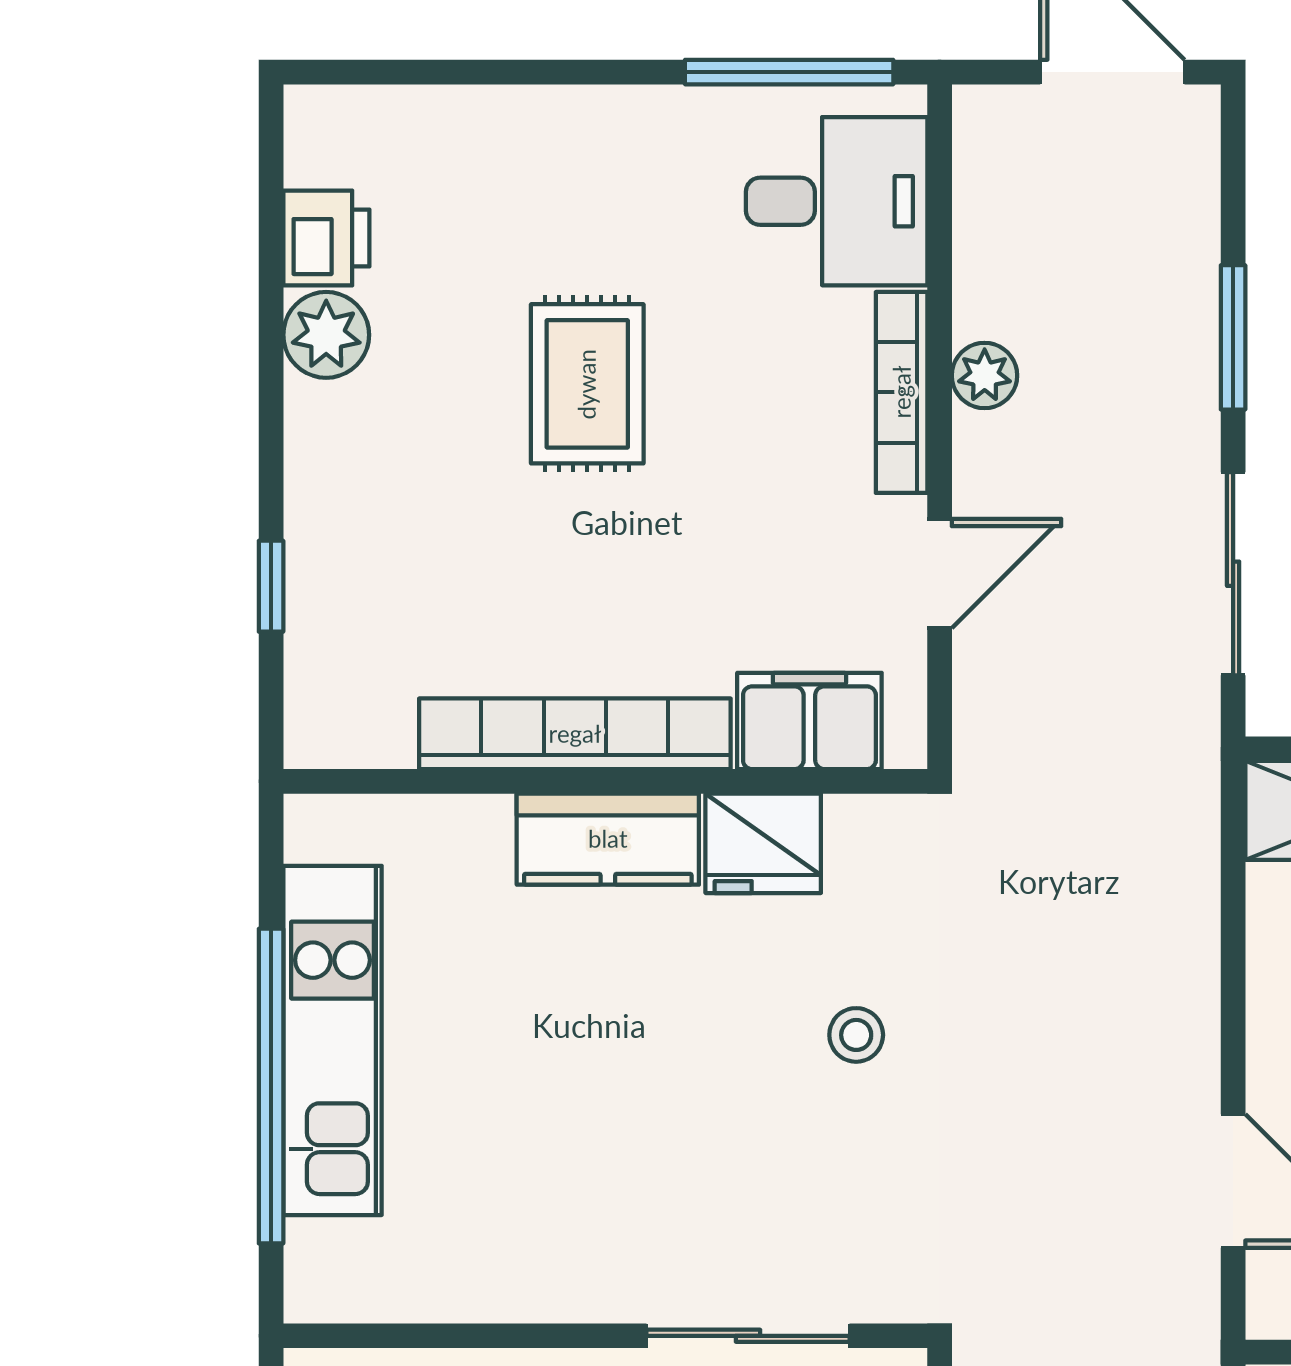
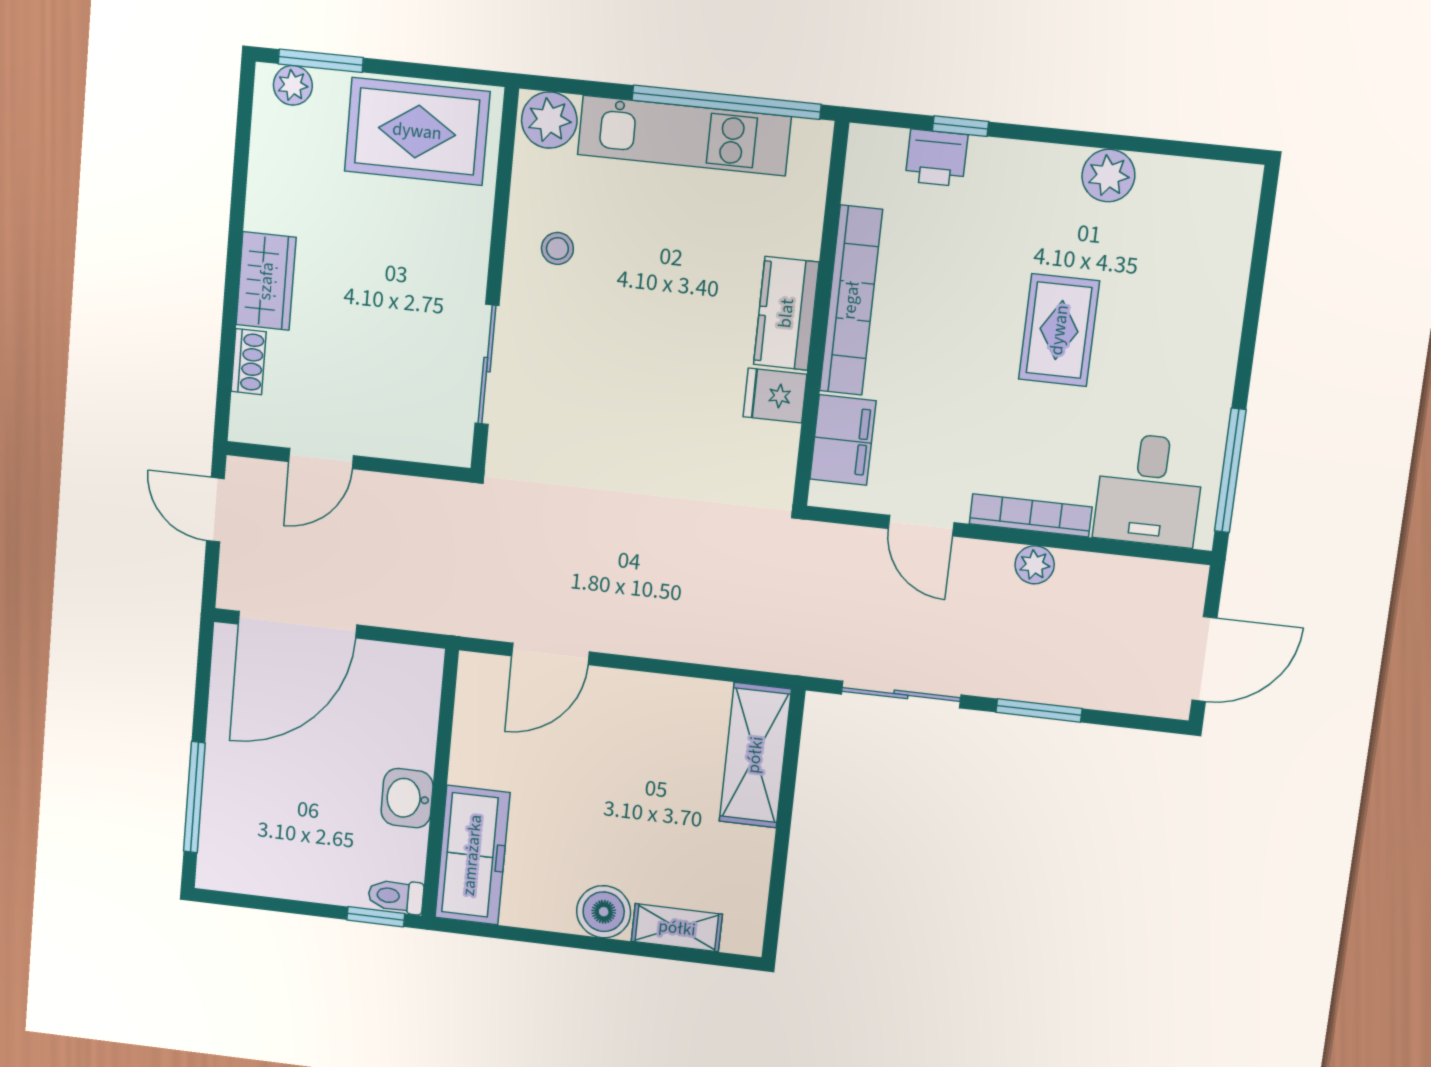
printer: (326, 238) -> (937, 158), moved
rug: (587, 384) -> (1059, 330), turned 90
fridge: (763, 843) -> (775, 395), width x0.72
stool: (856, 1035) -> (557, 248), moved
window: (271, 1086) -> (726, 102), moved
plant: (330, 1268) -> (549, 120), added

